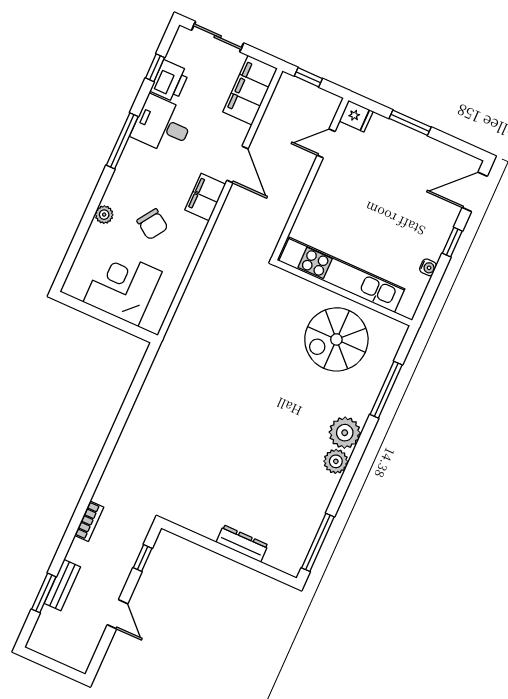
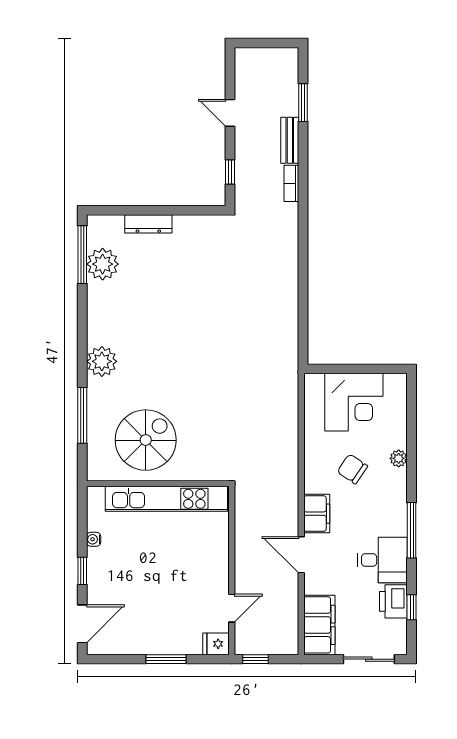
window: (308, 77) -> (256, 659), moved
plant: (336, 461) -> (103, 264), moved, width x1.36, depth x1.36
bench: (62, 585) -> (290, 140), moved

